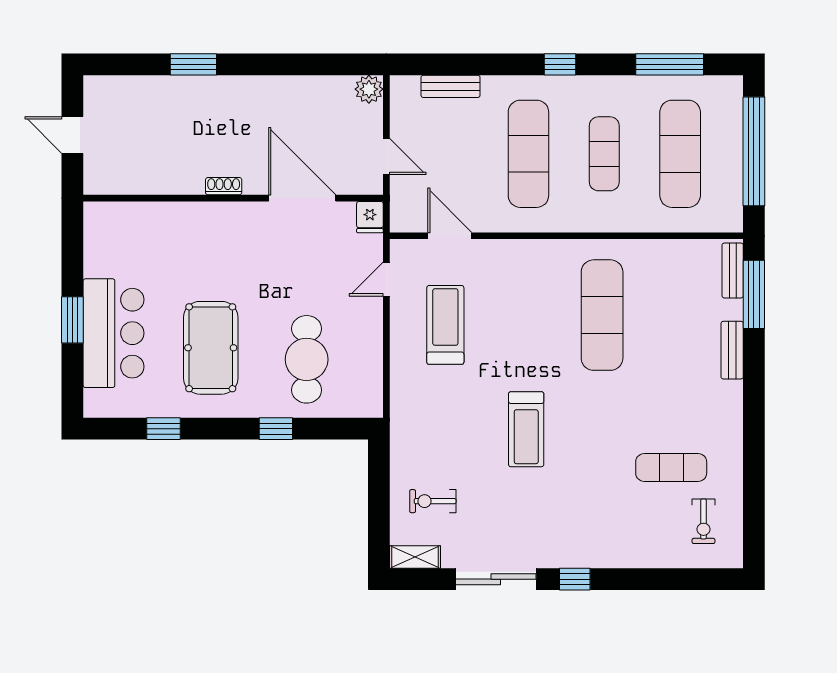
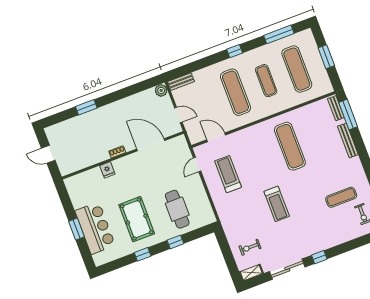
bench: (451, 86) -> (181, 82), moved
window: (754, 151) -> (326, 57), width x0.47
fridge: (370, 217) -> (107, 170), moved
bench: (732, 350) -> (348, 140), width x1.36
window: (163, 429) -> (143, 254), moved

